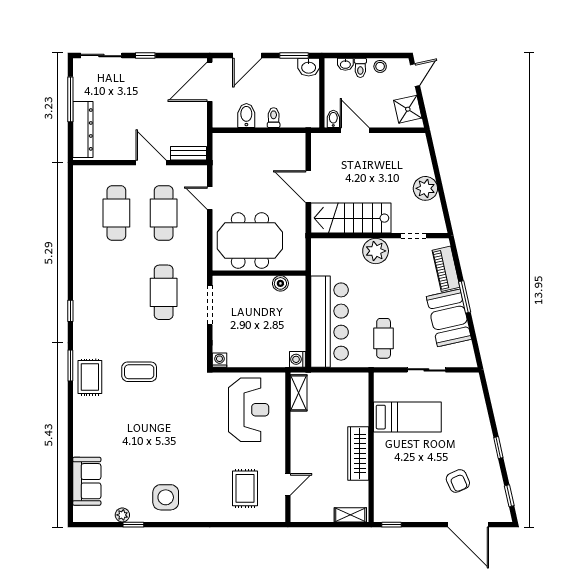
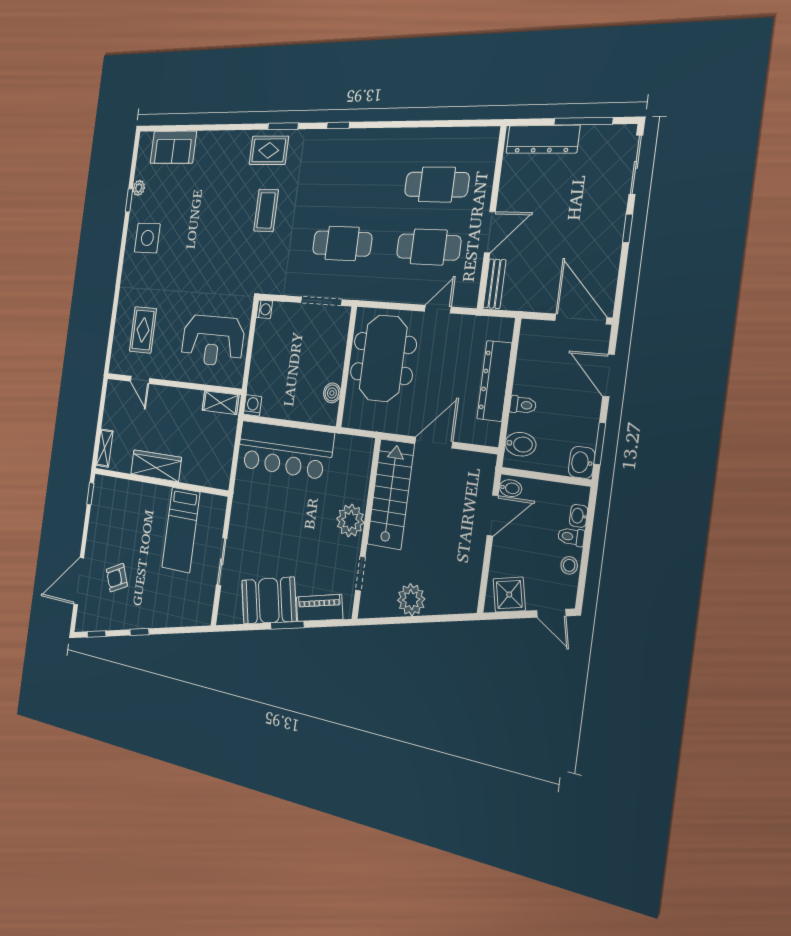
bidet: (246, 116) -> (521, 444), moved
dresser: (259, 143) -> (494, 381), added
cafe table: (384, 338) -> (259, 515), removed
rug: (245, 488) -> (143, 330), turned 90

